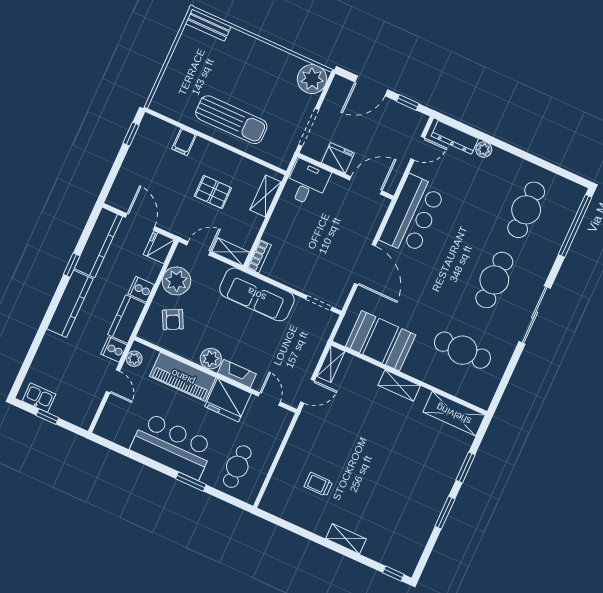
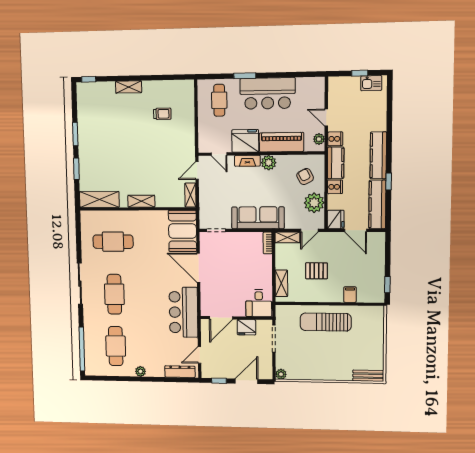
plant: (312, 79) -> (281, 374), width x0.53, depth x0.53
plant: (484, 150) -> (140, 371), moved
booth: (381, 341) -> (183, 231), moved, turned 90

